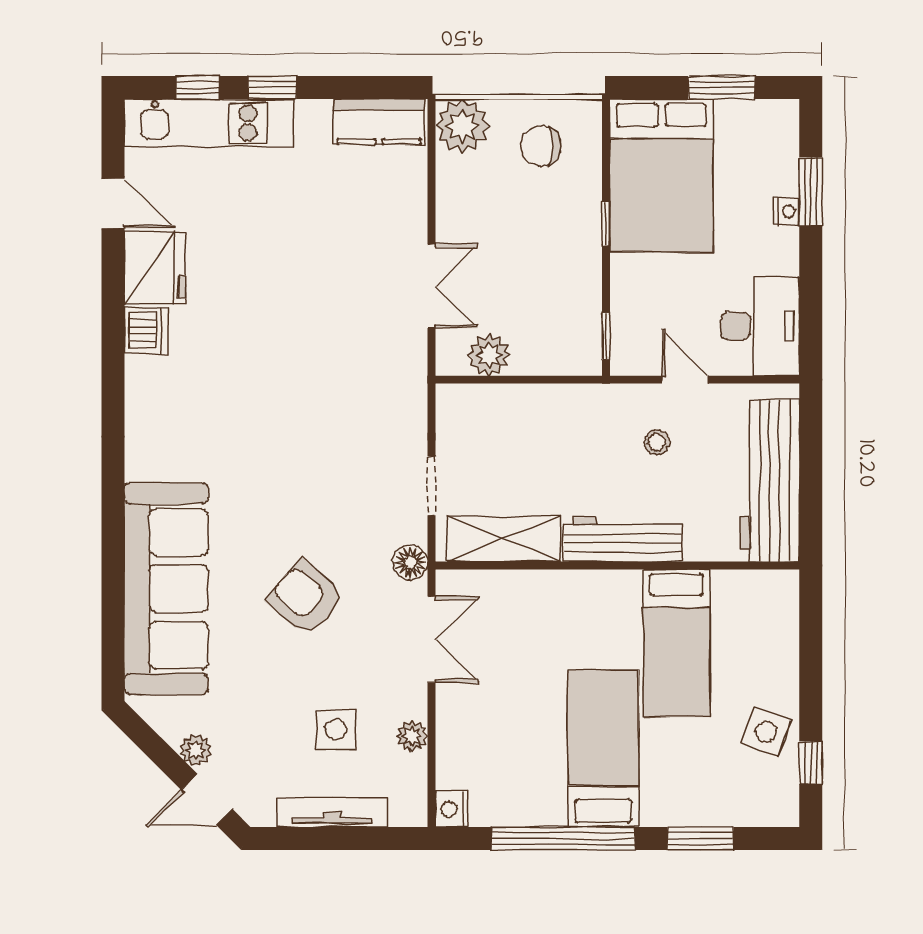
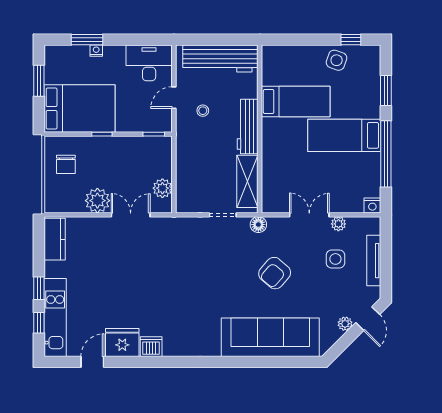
plant: (462, 126) -> (97, 201), moved
double door: (431, 640) -> (309, 215), moved

